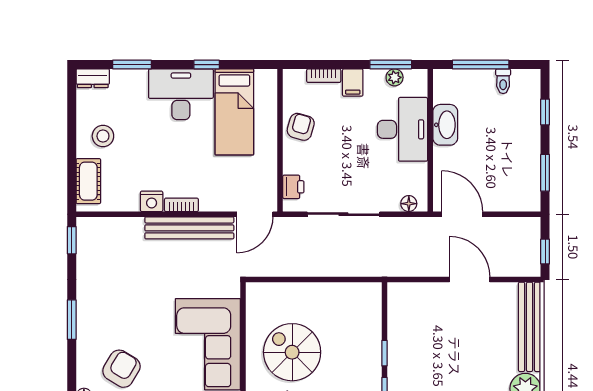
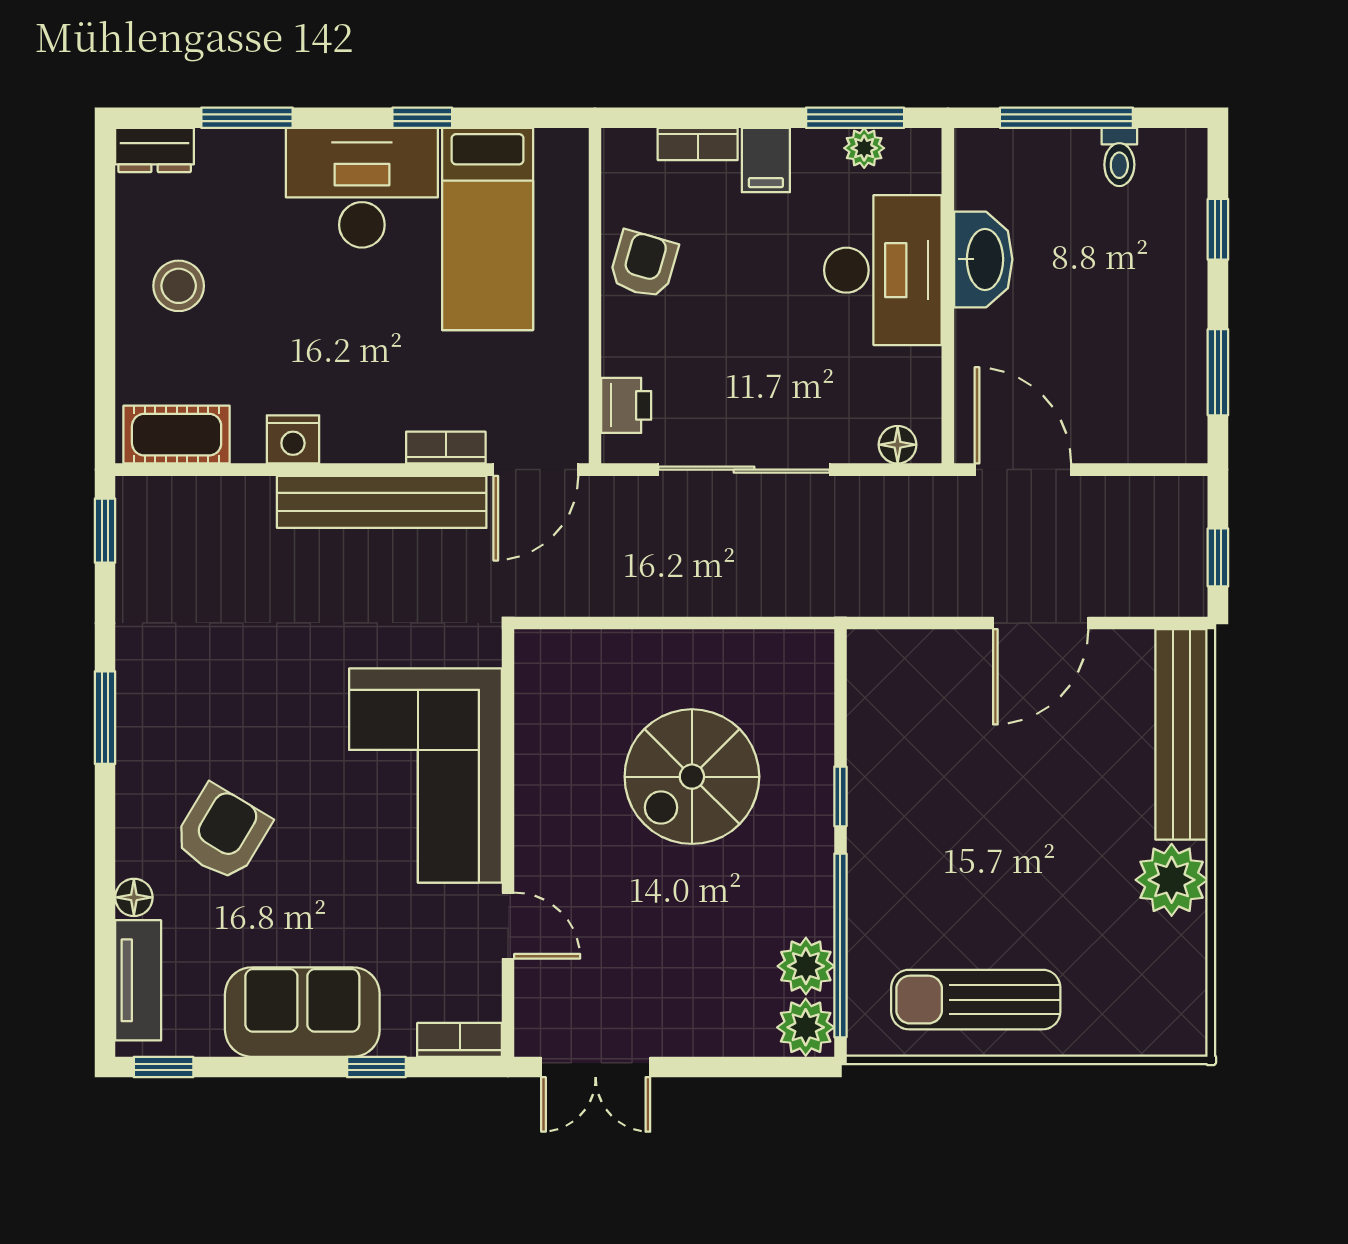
cot: (88, 181) -> (177, 435), moved, turned 90
bookcase: (181, 205) -> (446, 448), moved
door: (470, 279) -> (1041, 623), swing flipped
spiral stairs: (292, 352) -> (692, 777), moved, turned -90

